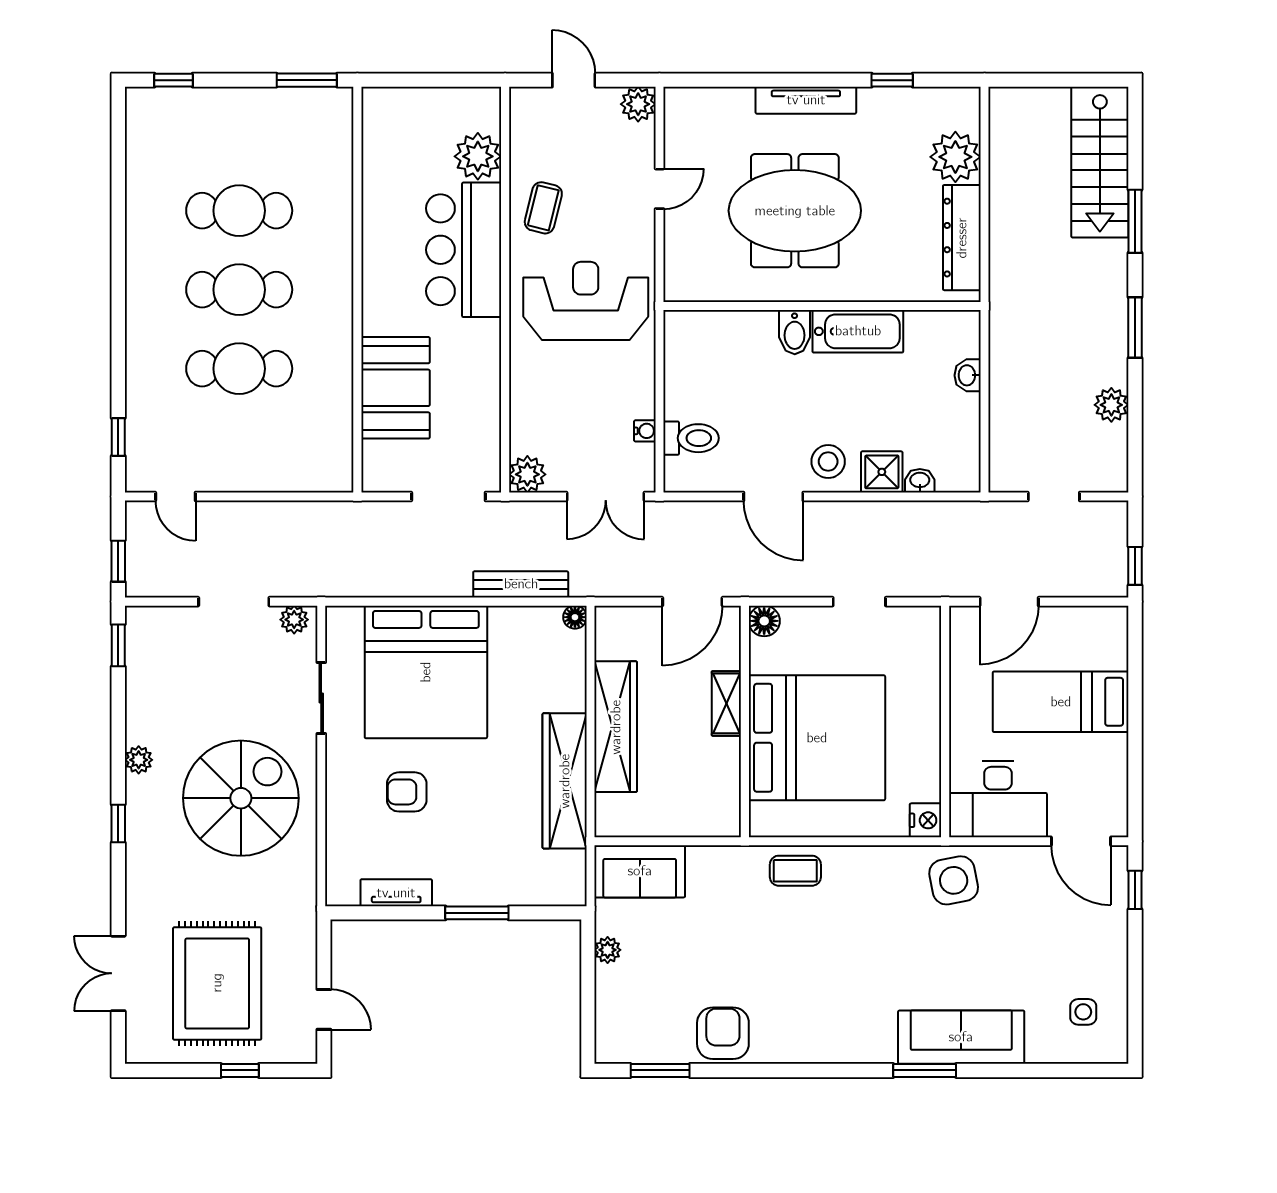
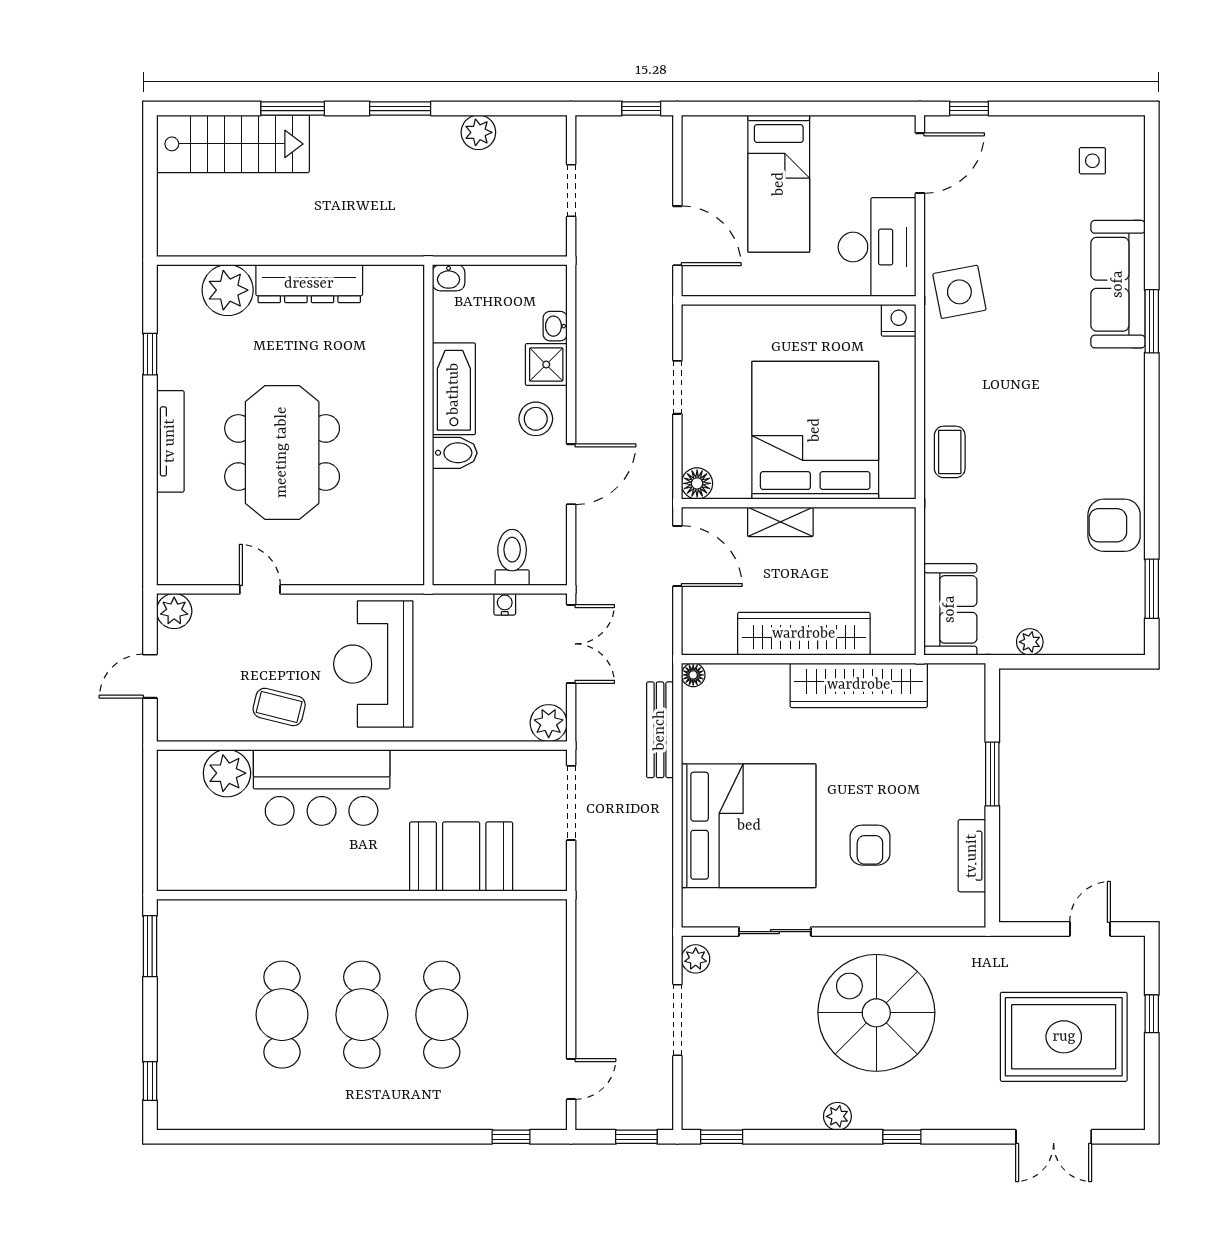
wall: (822, 306) -> (428, 425), moved
bathtub: (858, 331) -> (454, 389), moved
bidet: (795, 332) -> (455, 453), moved

